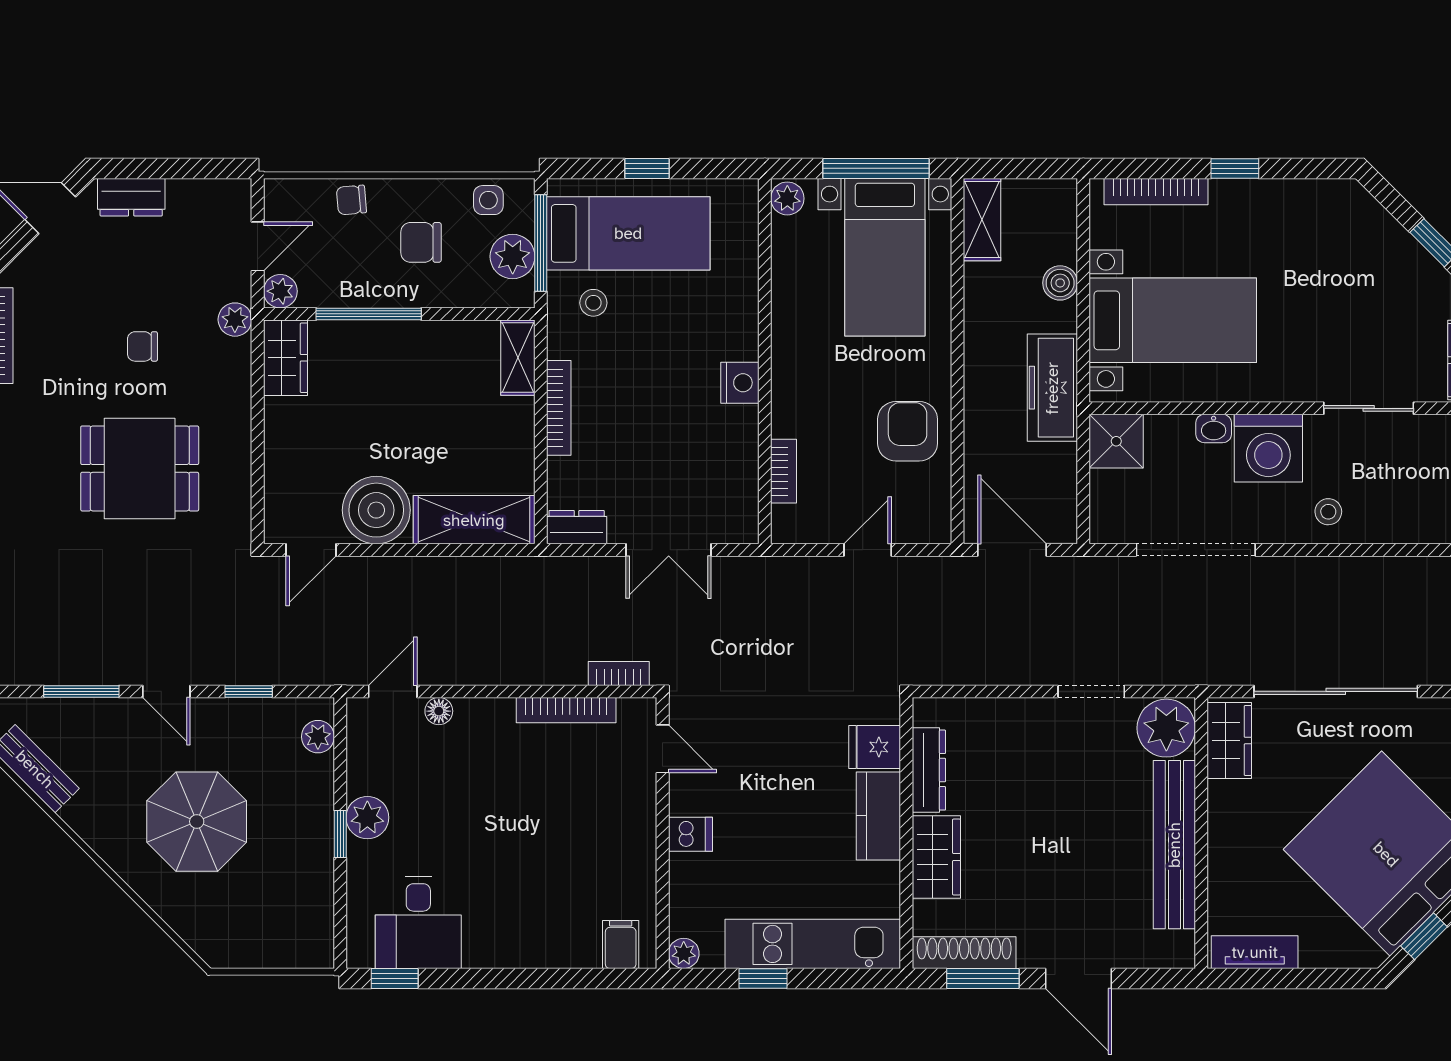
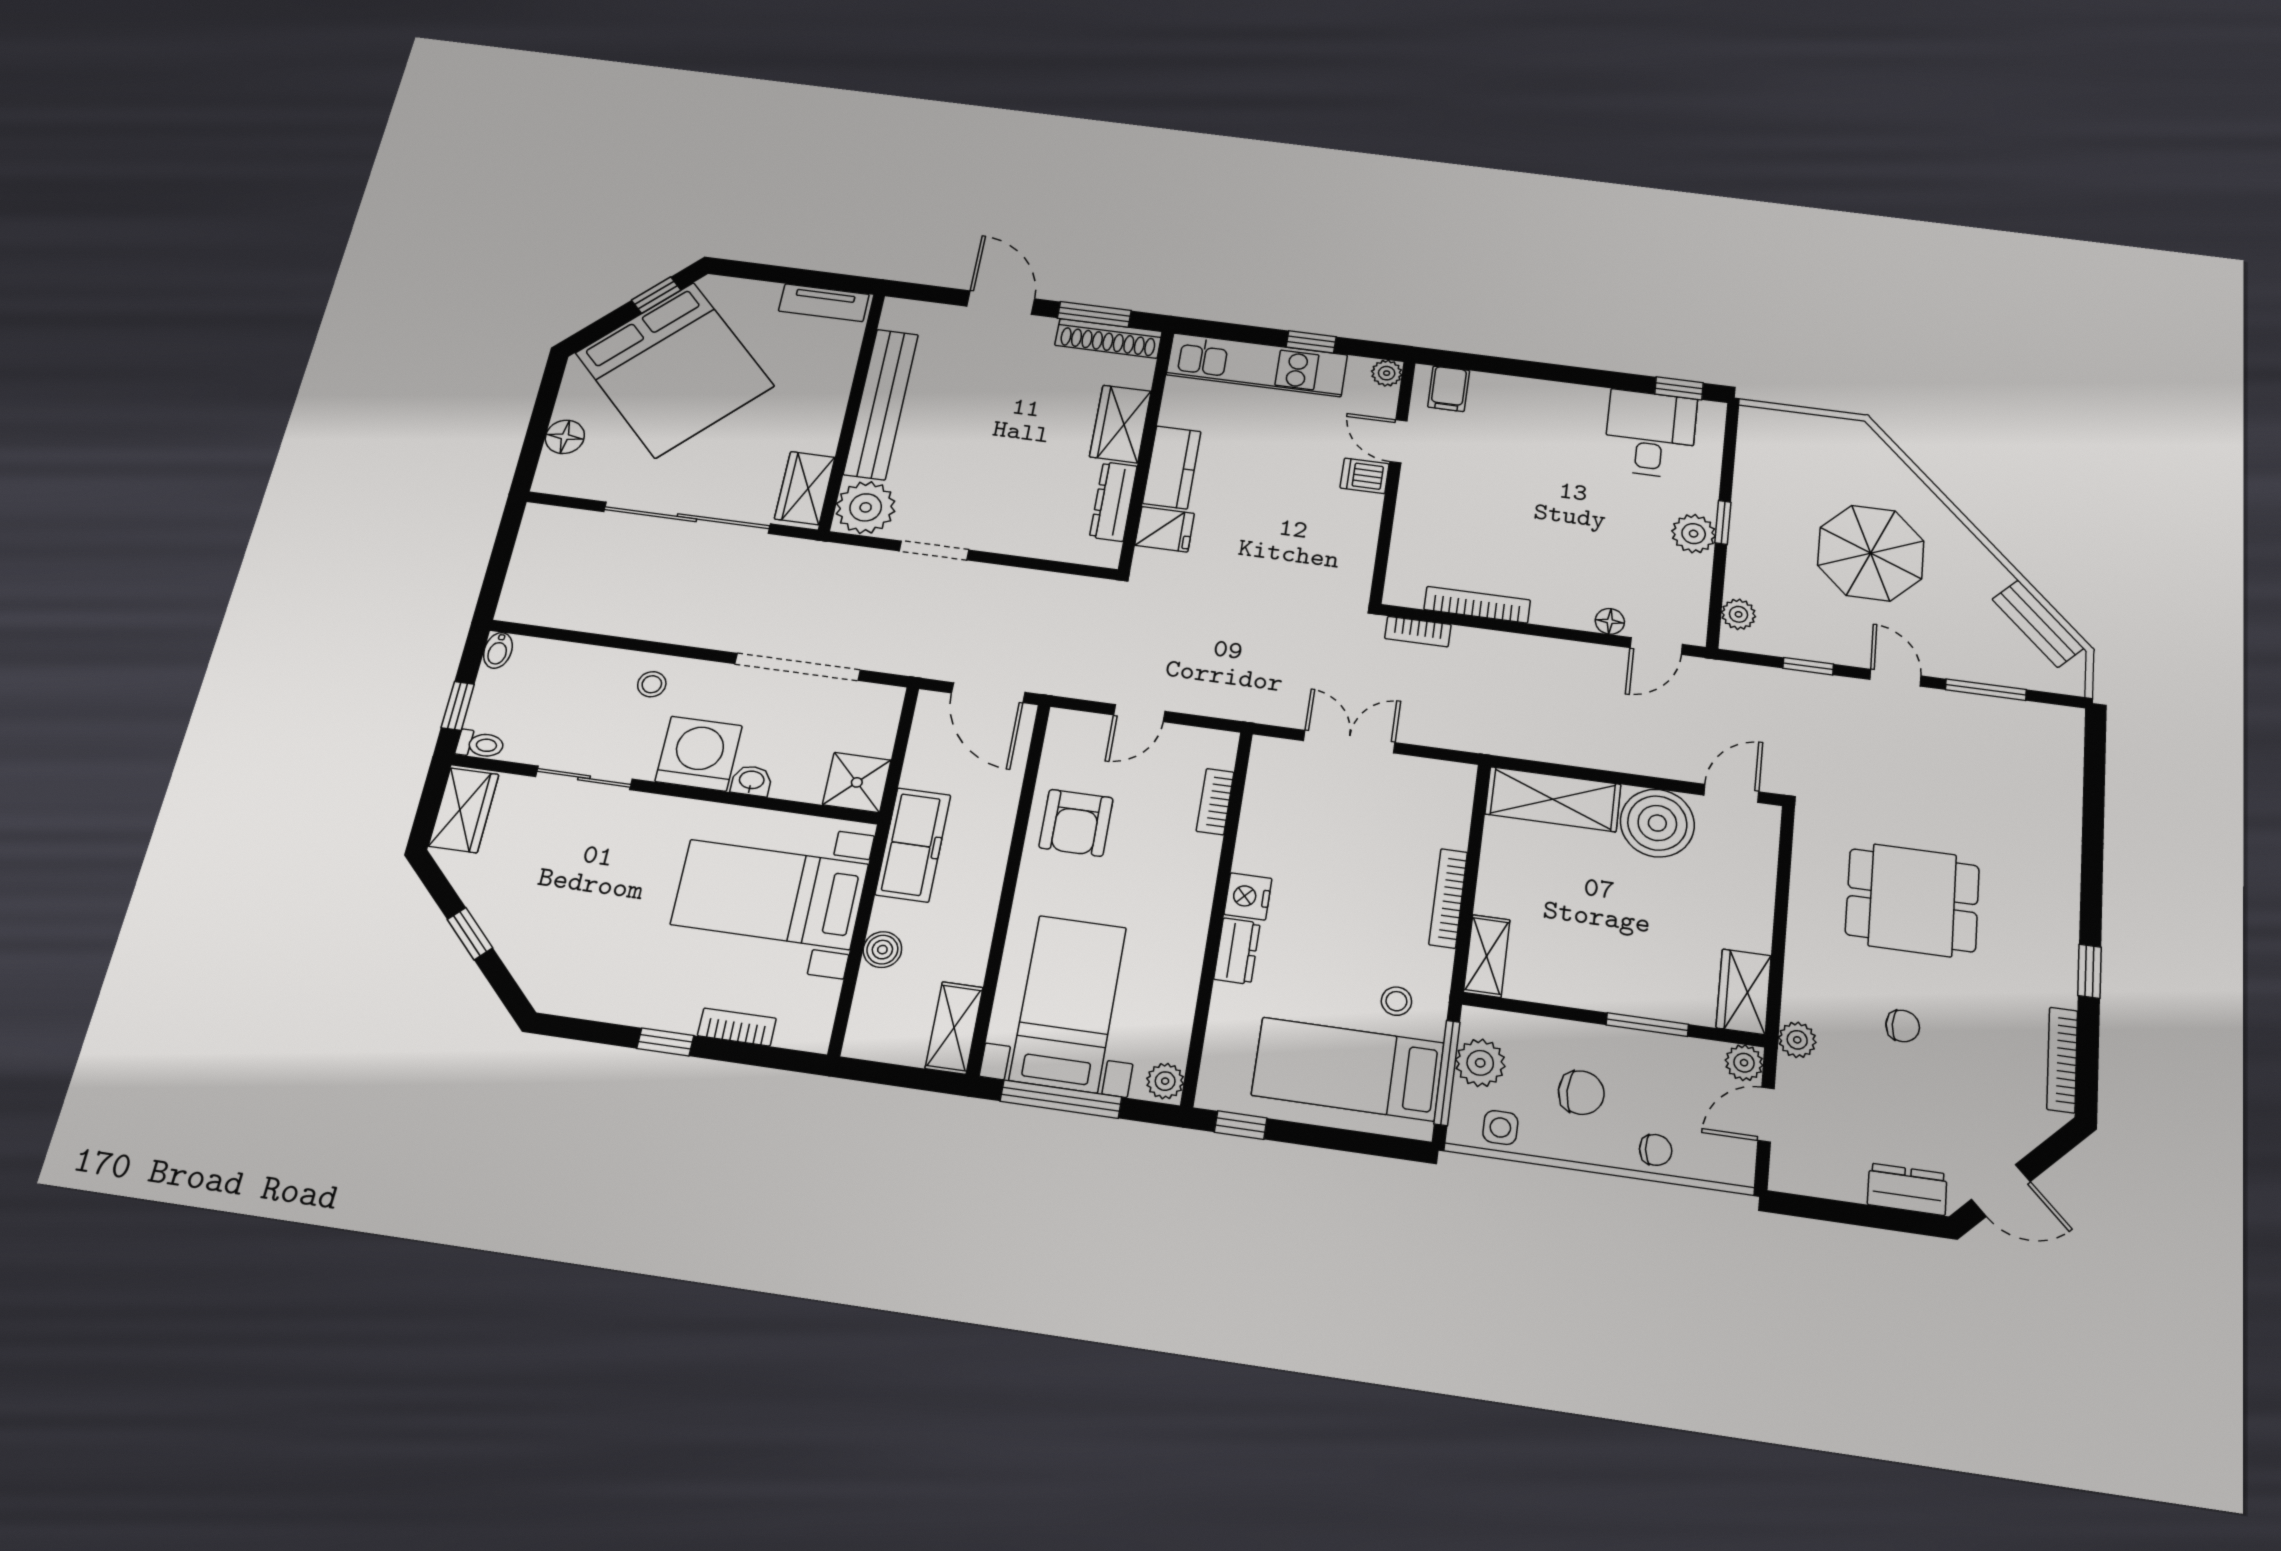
window: (647, 168) -> (1241, 1125), moved
bookcase: (1156, 192) -> (737, 1027), width x0.64
window: (369, 314) -> (1647, 1025), width x0.69
dresser: (577, 527) -> (1237, 951), moved, turned -90
door: (663, 749) -> (1398, 441), moved

